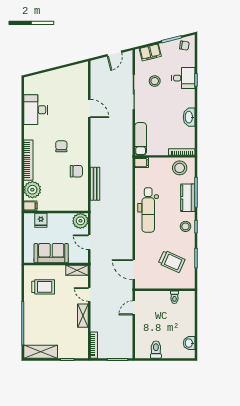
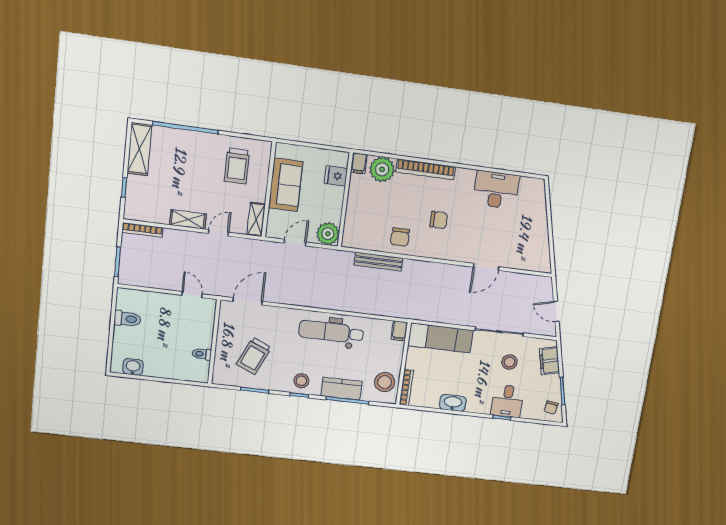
exam couch: (141, 139) -> (440, 338), width x1.36, depth x1.45

